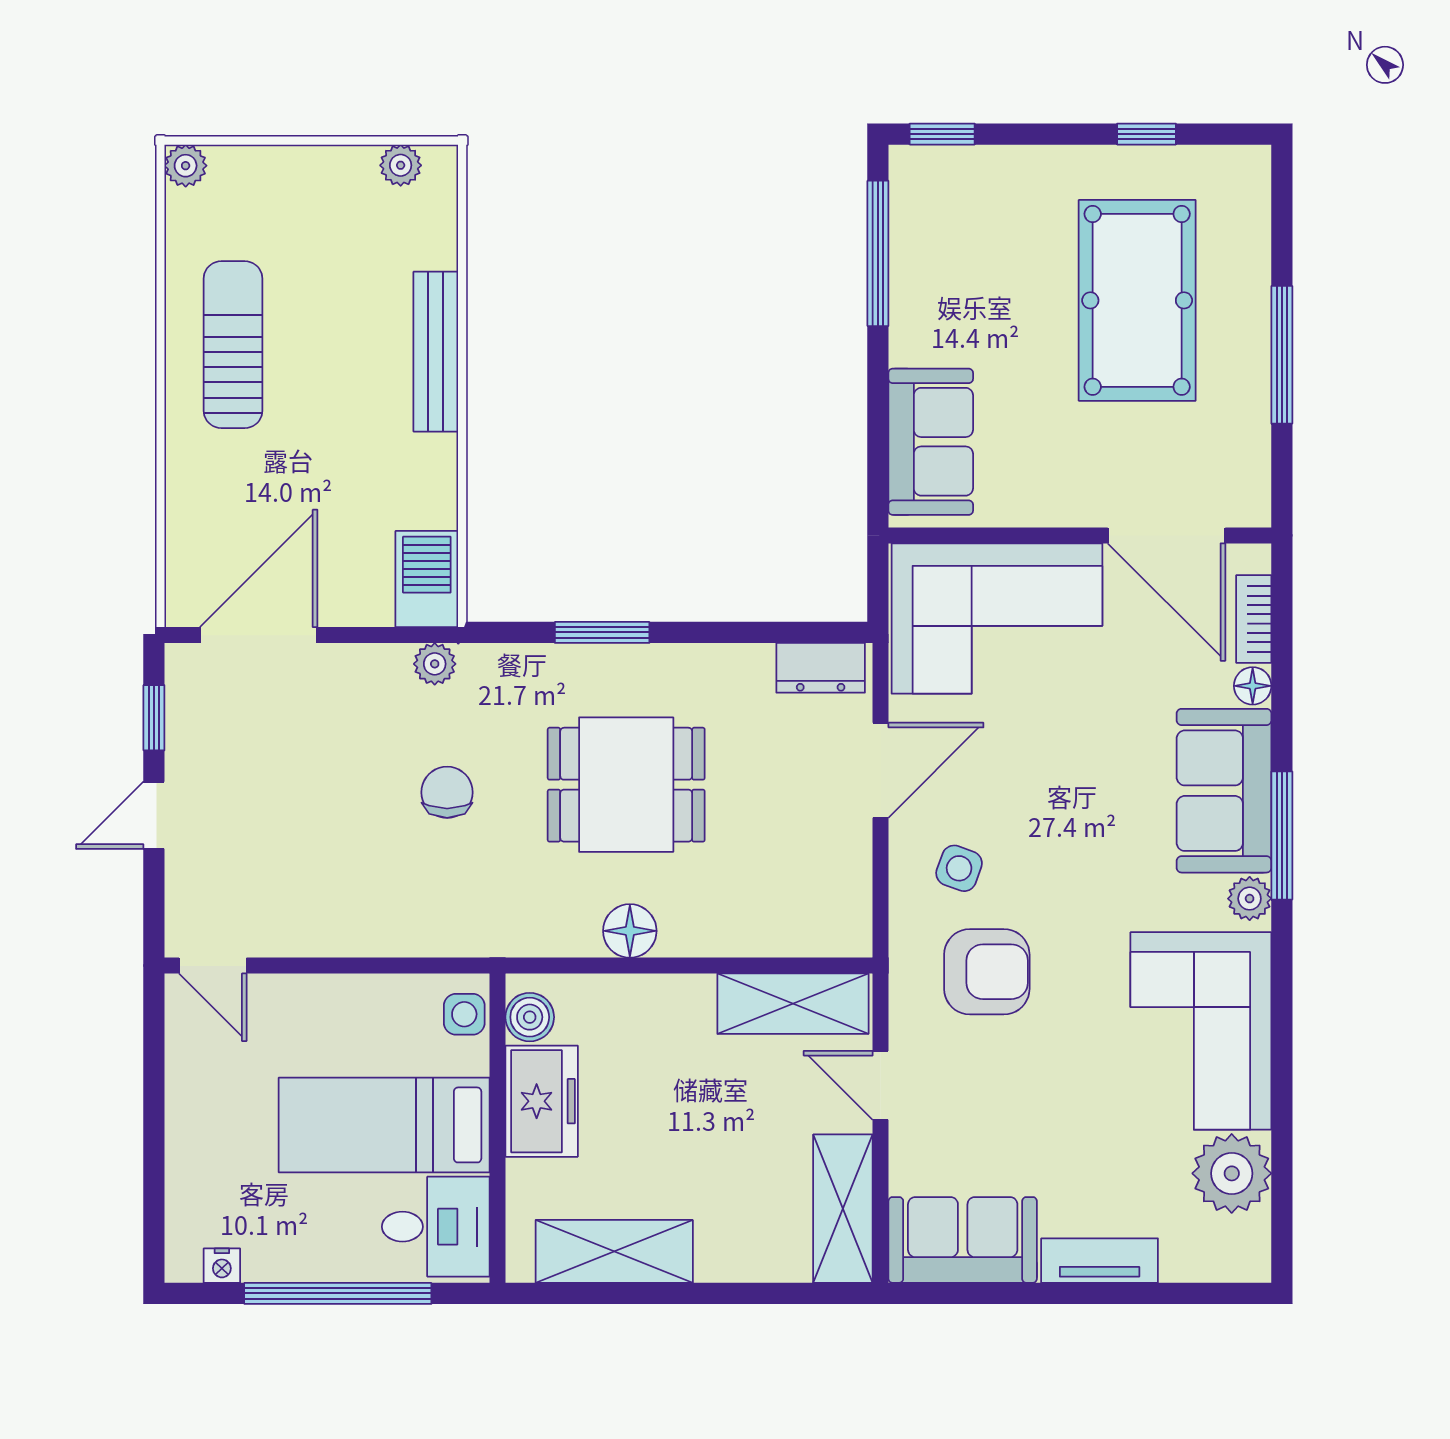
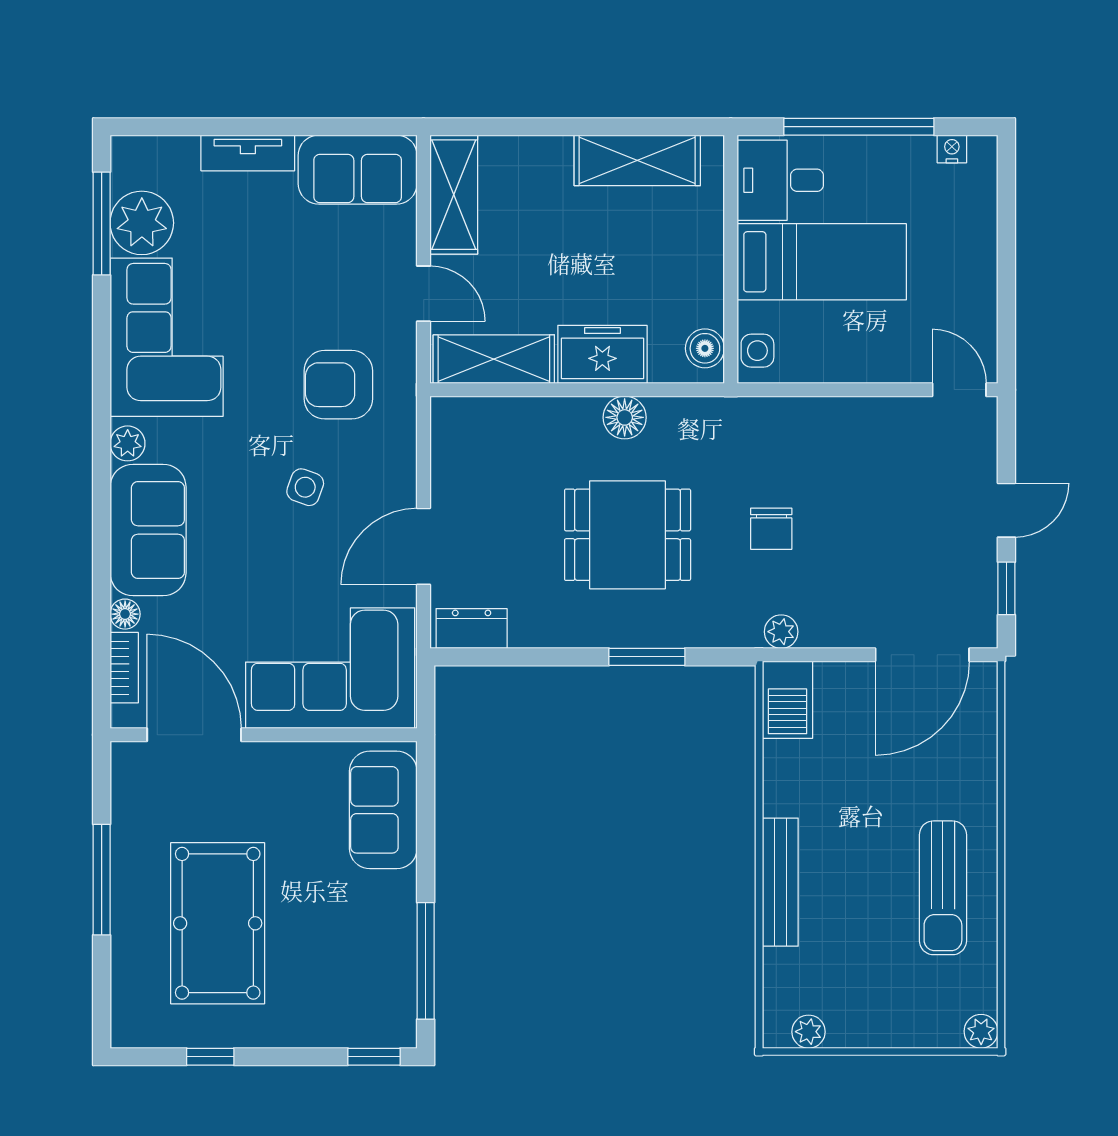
window: (1282, 836) -> (102, 224), moved
side table: (959, 868) -> (305, 487), moved
freezer: (542, 1101) -> (602, 354), moved, turned 90

